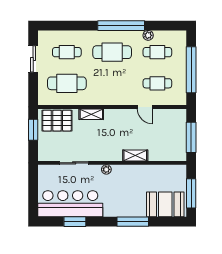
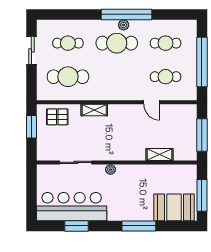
plant: (148, 35) -> (124, 25), moved
pallet: (57, 121) -> (57, 117), width x0.67, depth x0.71
shelving: (135, 155) -> (159, 154), moved

